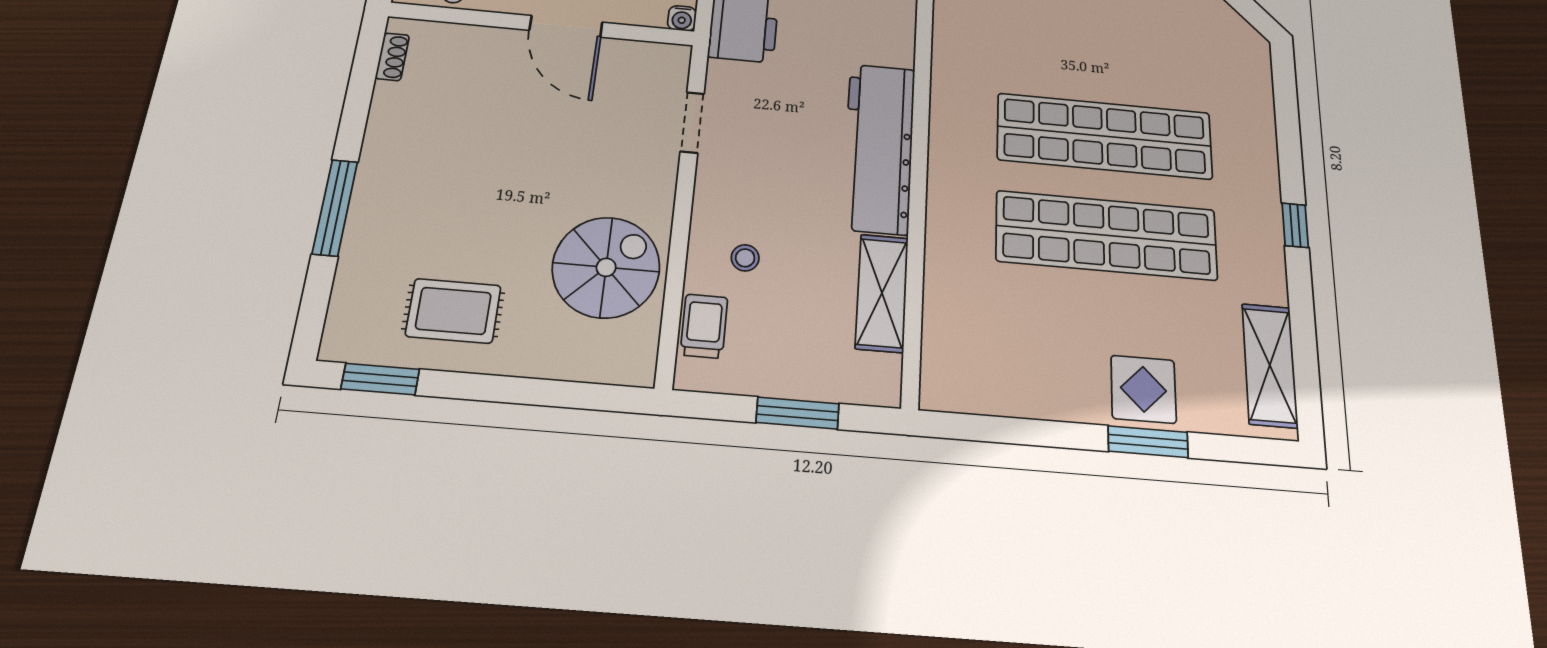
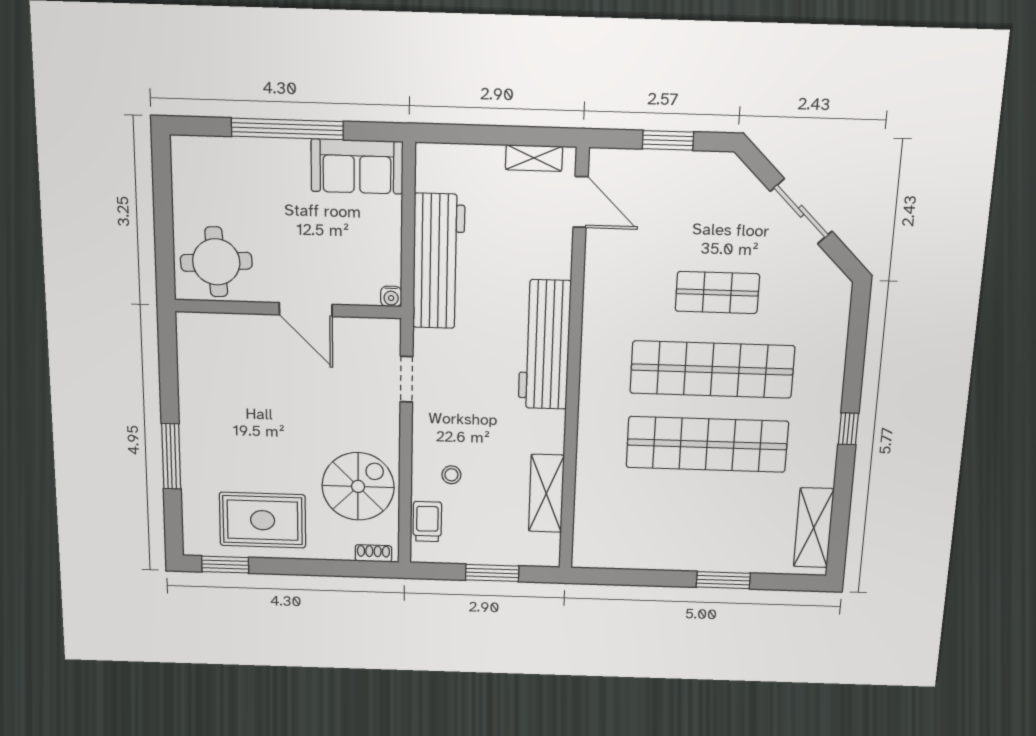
shop shelf: (1103, 43) -> (717, 293), added
shoe rack: (392, 57) -> (373, 553), moved, turned -90
workbench: (879, 148) -> (544, 345), moved
rug: (453, 311) -> (263, 520), width x1.36, depth x1.43
display table: (1143, 389) -> (724, 548), removed

